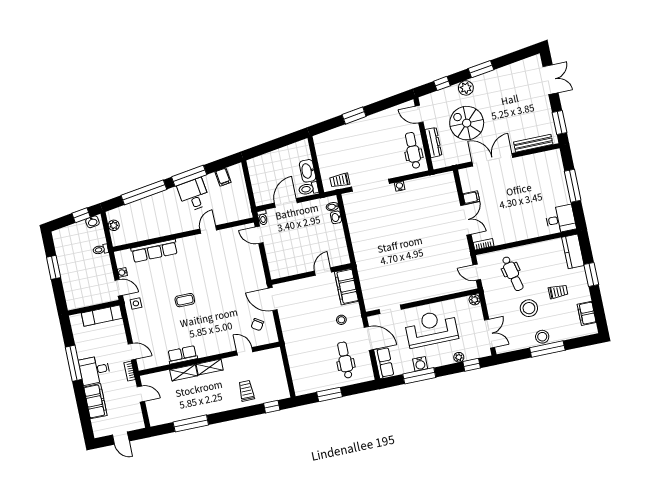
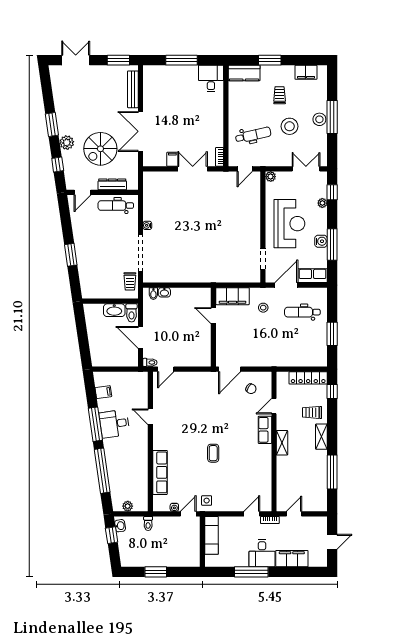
reception desk: (431, 329) -> (289, 224), turned 180
row of seats: (182, 355) -> (265, 430), moved
shelving: (184, 373) -> (321, 437), moved
locker: (280, 380) -> (308, 378), added

